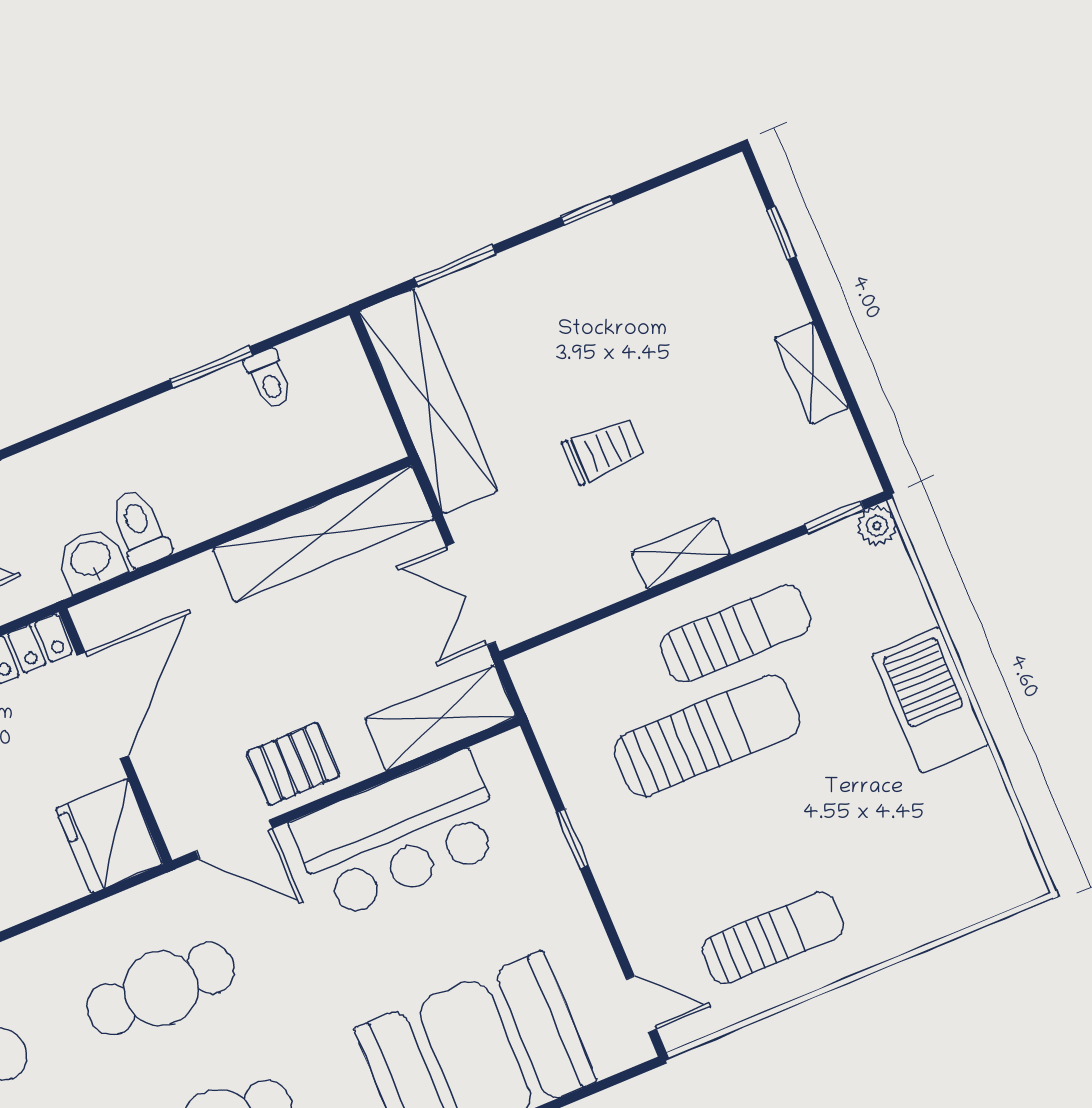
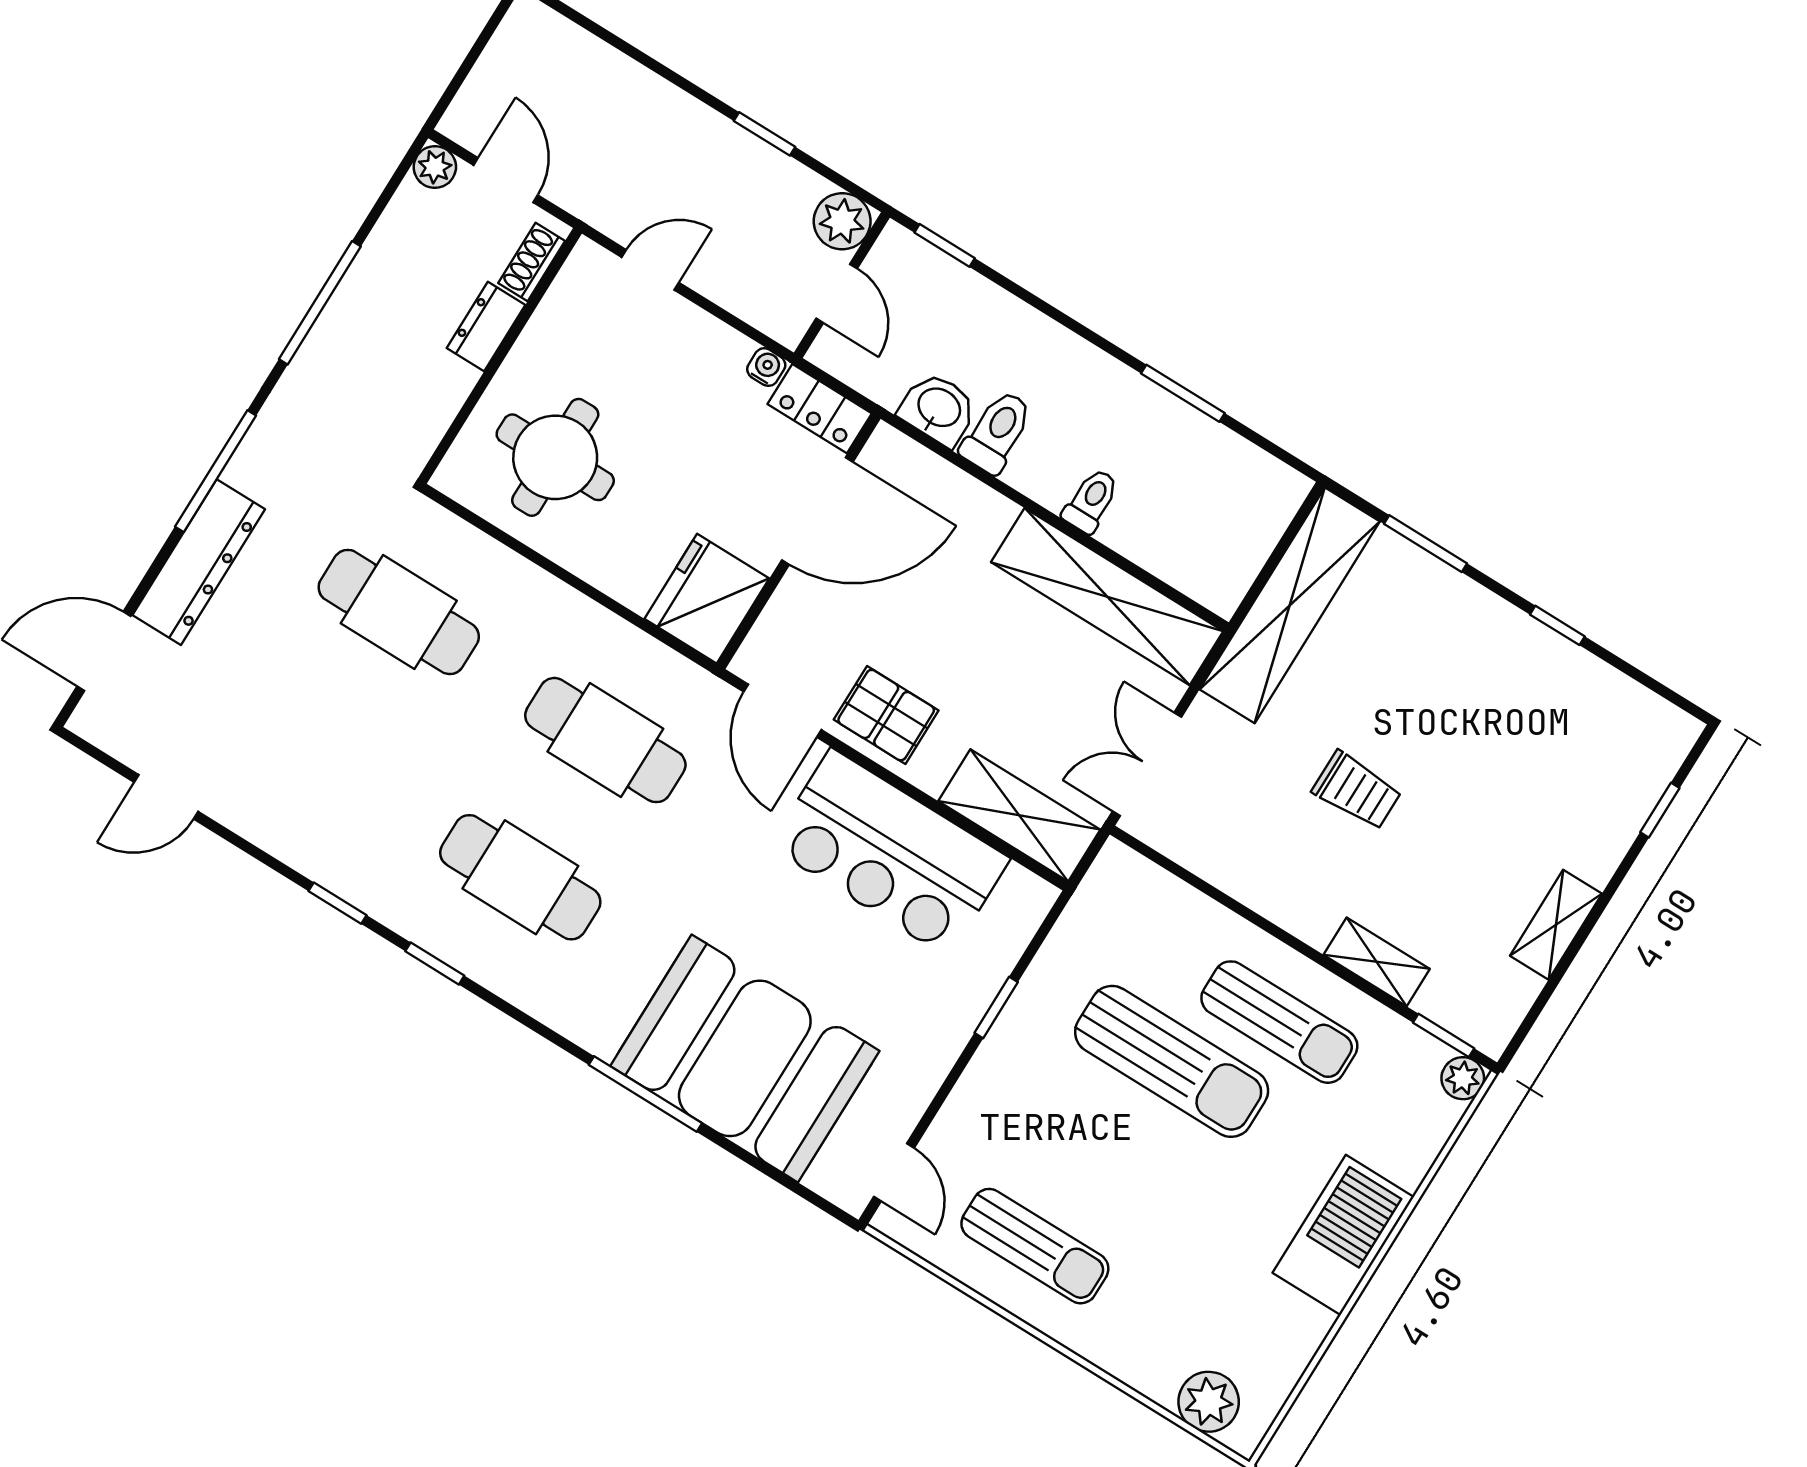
toilet: (269, 379) -> (1091, 501), moved, turned 180
shelving: (681, 554) -> (1377, 962), moved
plant: (983, 891) -> (1209, 1402), added

